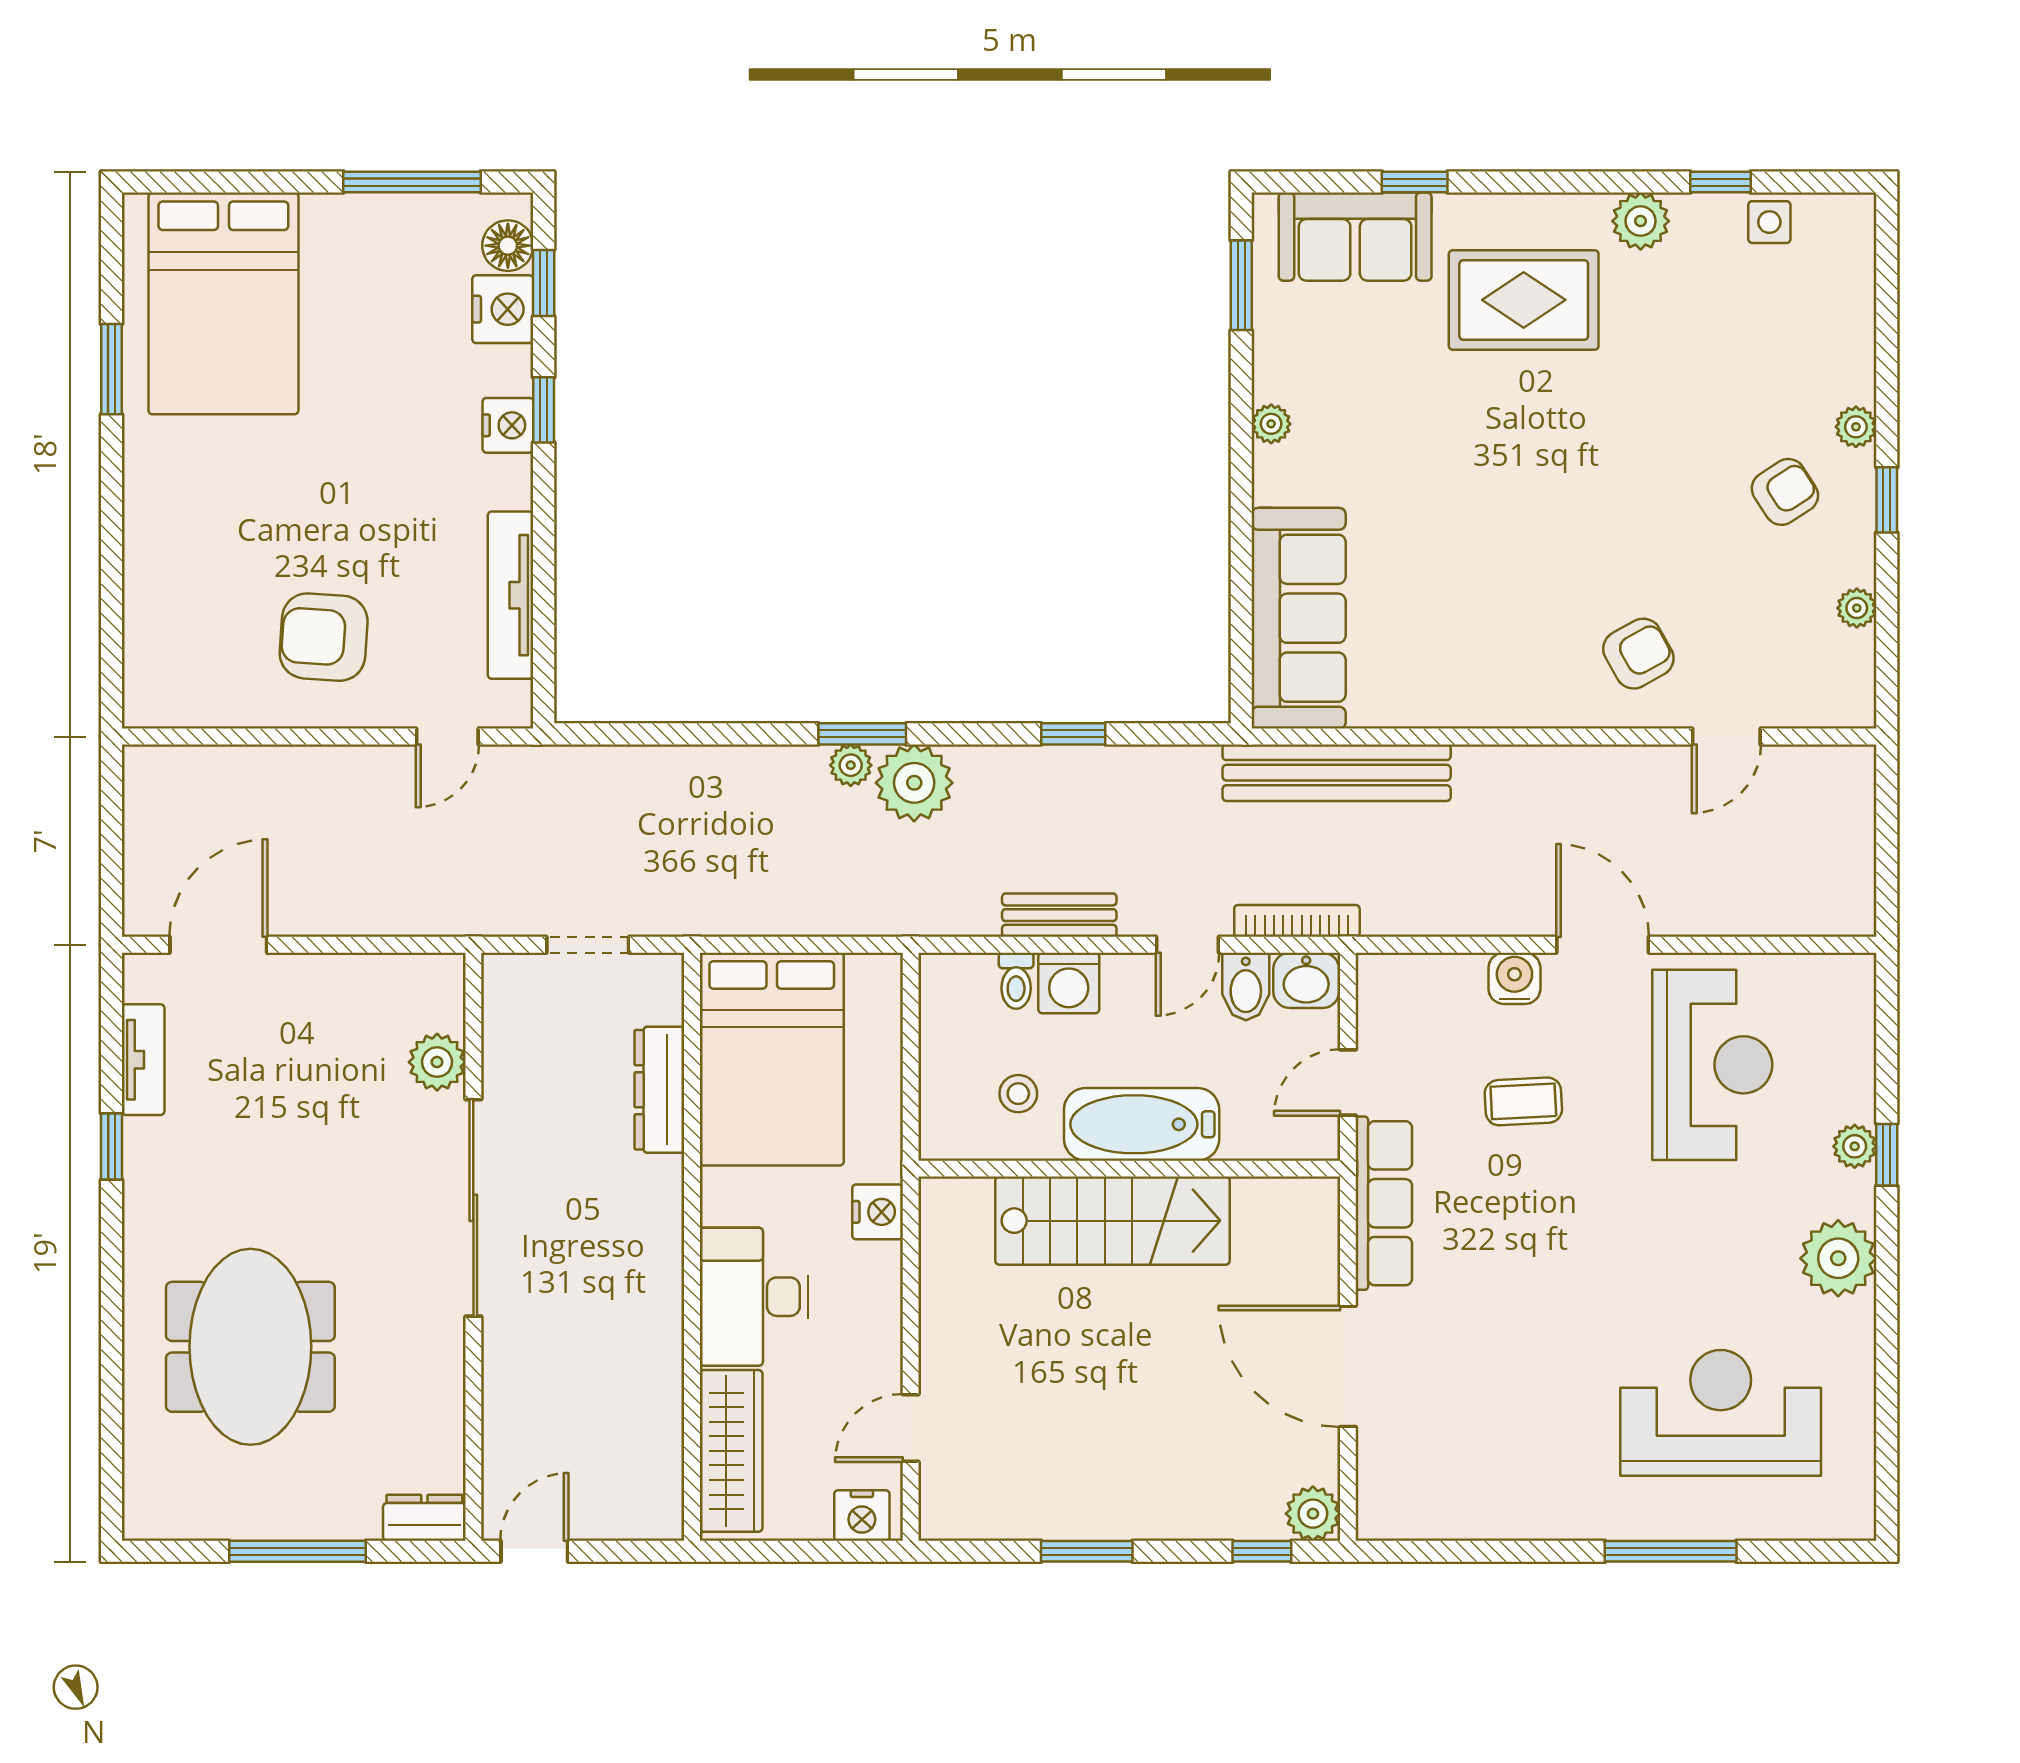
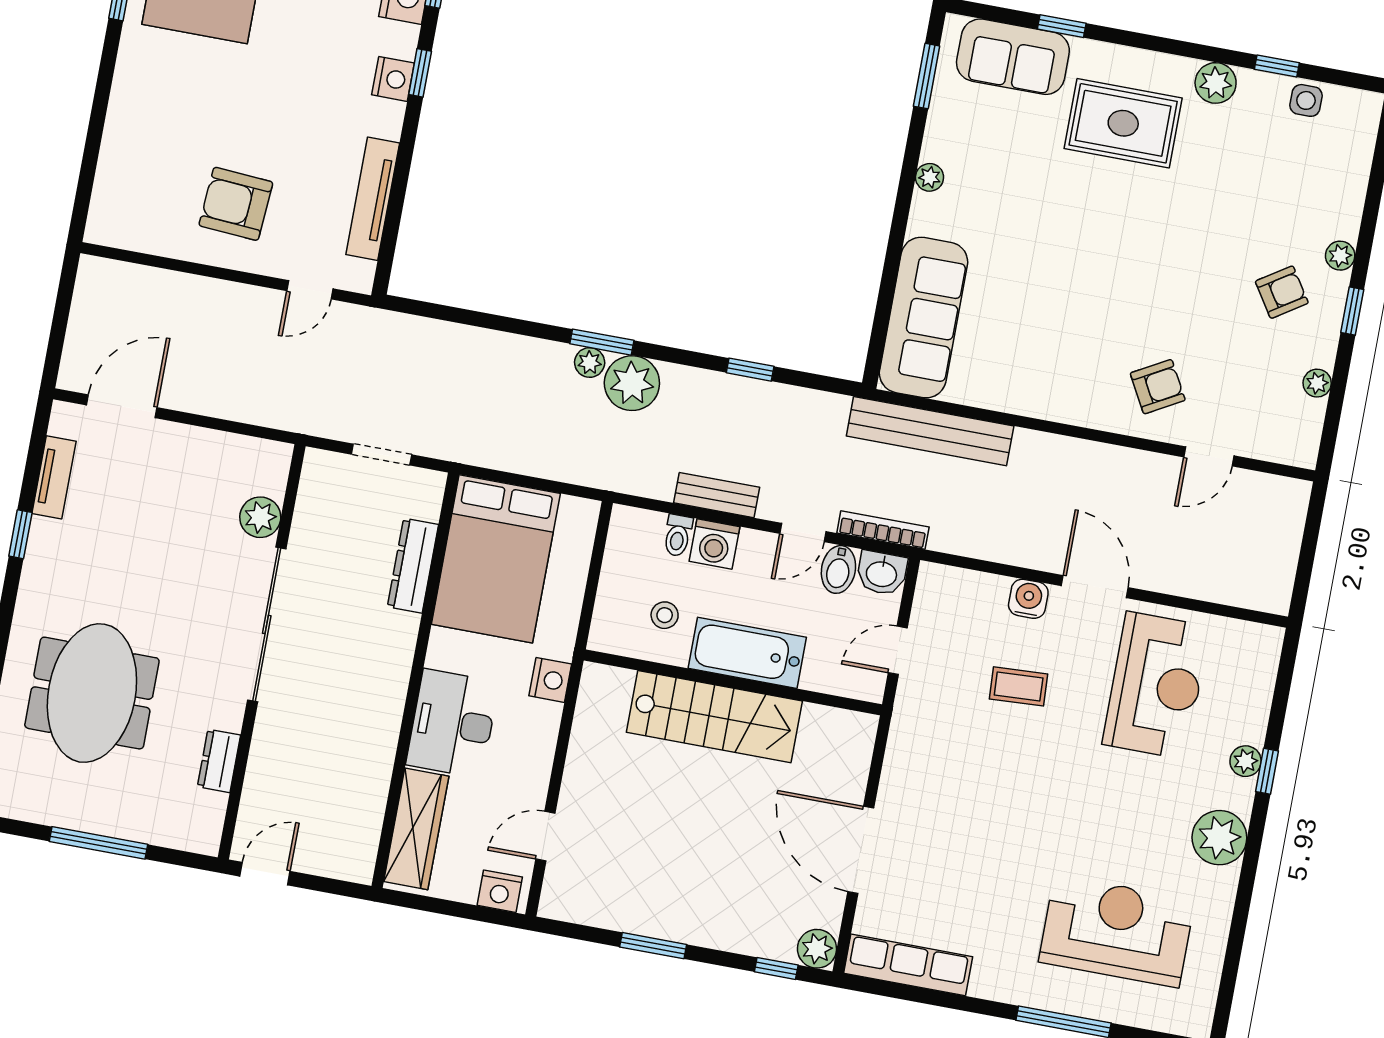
row of seats: (1384, 1203) -> (908, 965), moved, turned -90
dresser: (424, 1518) -> (219, 761), moved, turned -90

